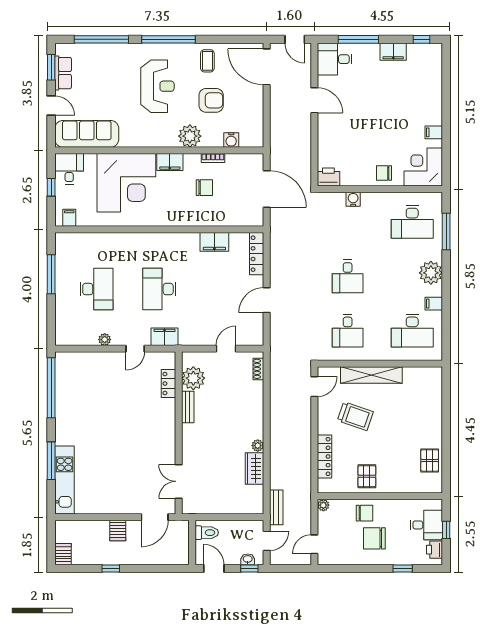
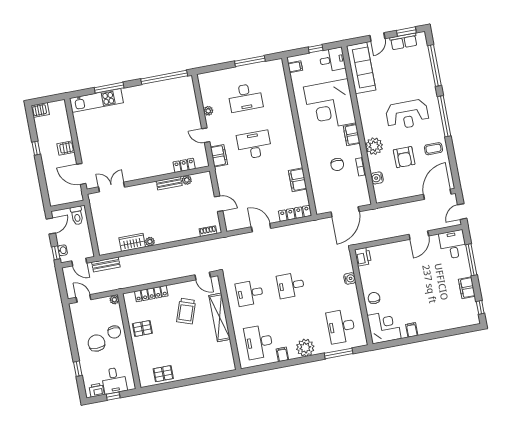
plant: (193, 378) -> (187, 180), width x0.53, depth x0.53

